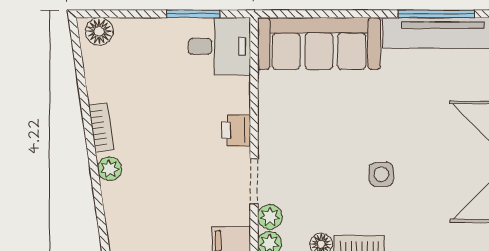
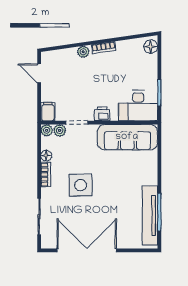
sofa: (319, 44) -> (127, 137), moved, turned -90
desk: (219, 46) -> (138, 106), width x1.37
side table: (381, 174) -> (81, 185), width x1.87, depth x1.87

